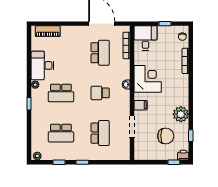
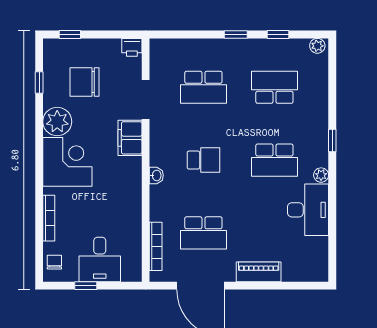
piano: (48, 31) -> (259, 272), moved
desk: (146, 38) -> (100, 260), moved
school desk: (100, 53) -> (203, 233), turned -90
corner desk: (148, 79) -> (67, 162), moved, turned 180
school desk: (61, 93) -> (274, 160), turned 180
filing cabinet: (141, 105) -> (130, 138), width x2.00
school desk: (100, 133) -> (203, 87), turned -90
printer: (183, 155) -> (132, 47), moved

